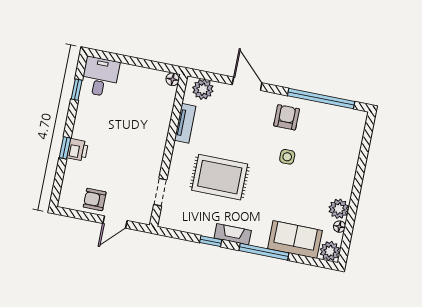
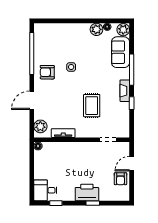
printer: (78, 150) -> (87, 192), width x1.87, depth x1.48
rug: (220, 177) -> (92, 106), width x0.73, depth x0.70
door: (115, 222) -> (132, 164), swing flipped

